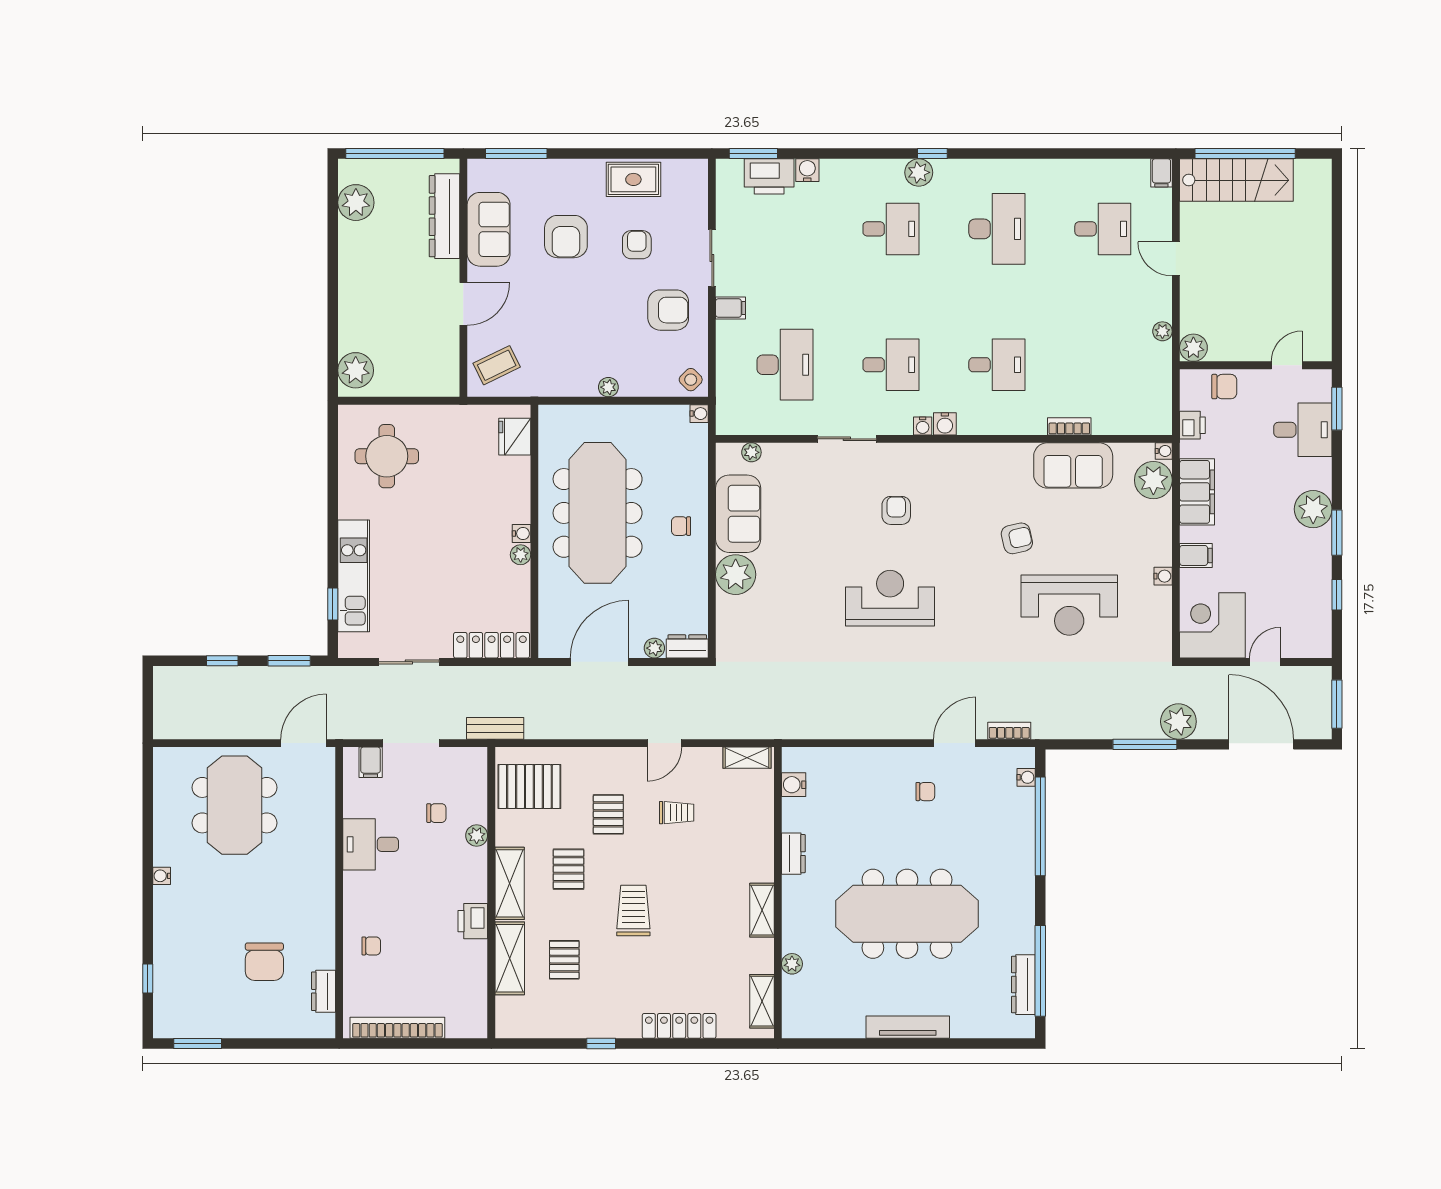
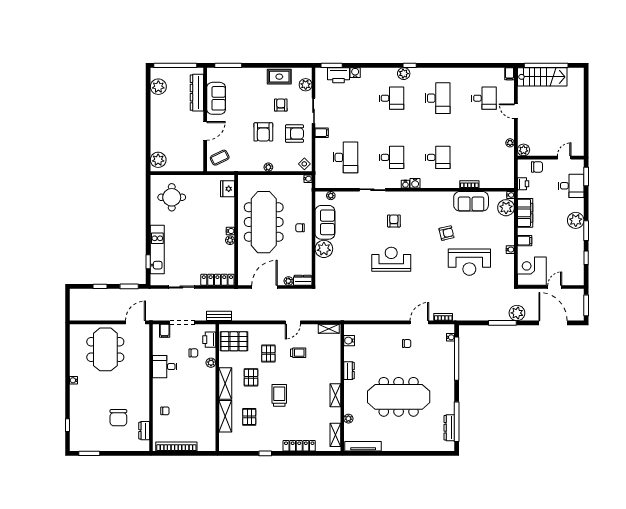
plant: (694, 198) -> (306, 85), added
armchair: (566, 237) -> (263, 132), moved
printer: (473, 921) -> (209, 340), moved
tv unit: (908, 1027) -> (363, 446), moved

